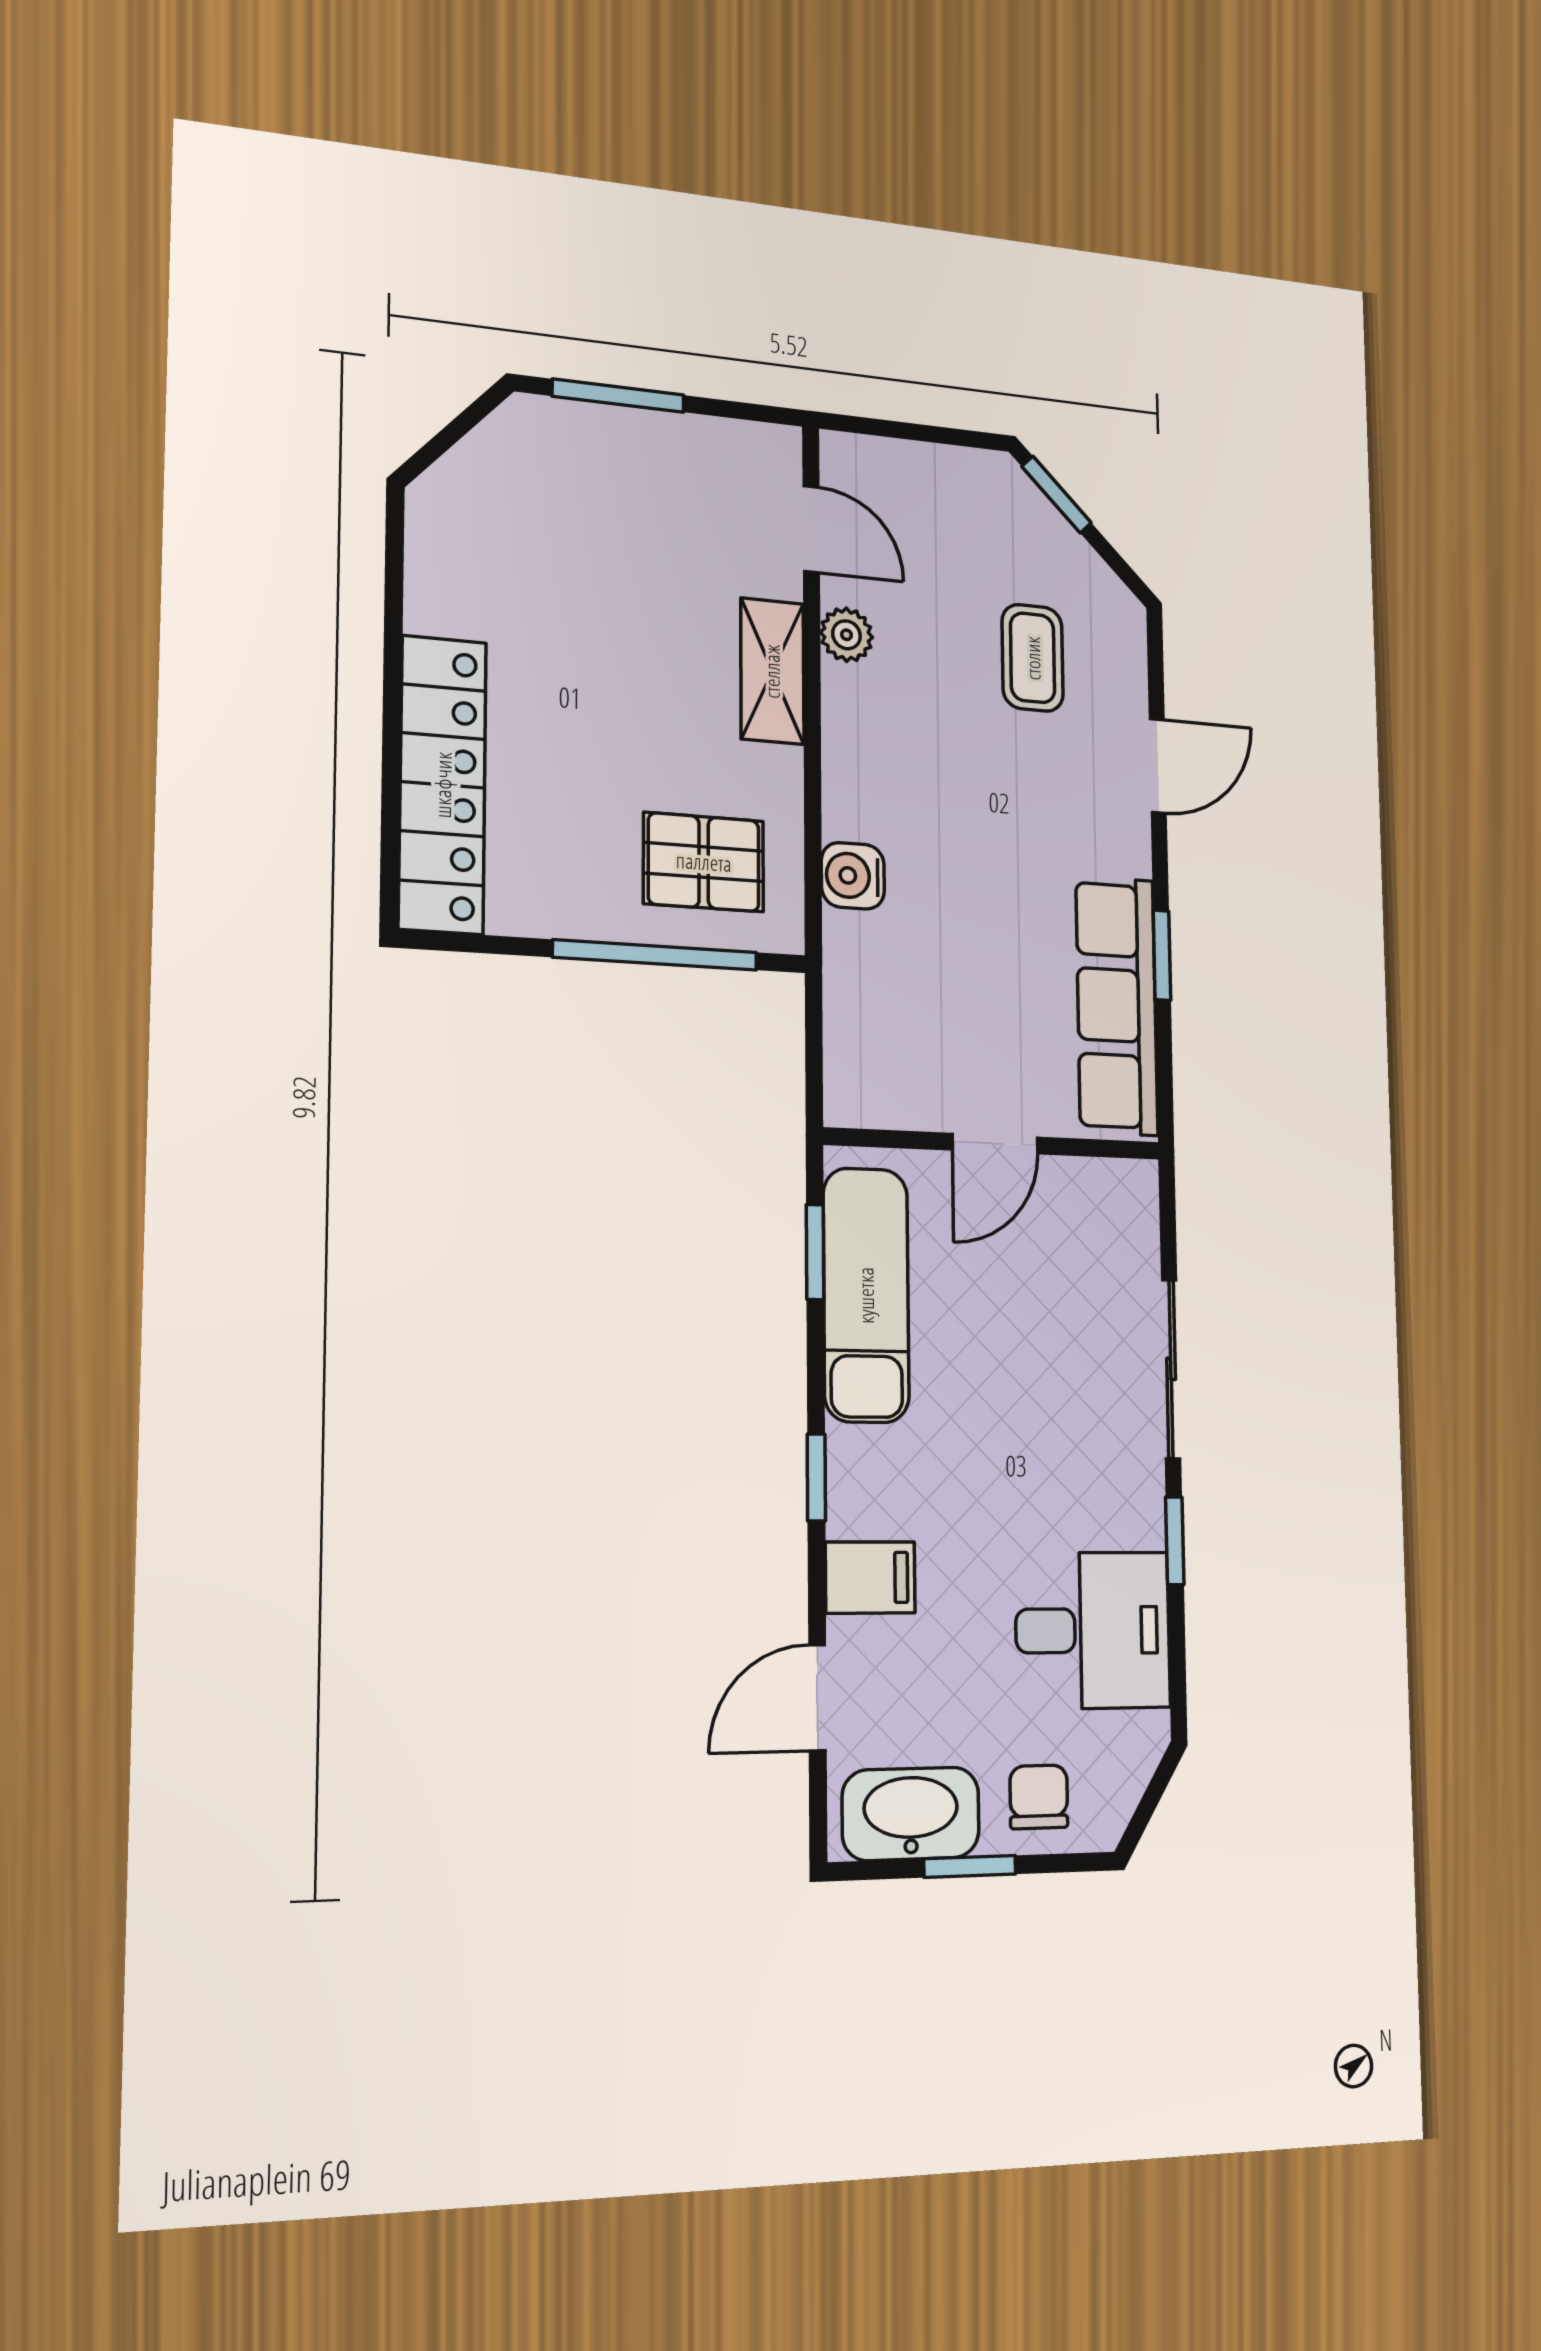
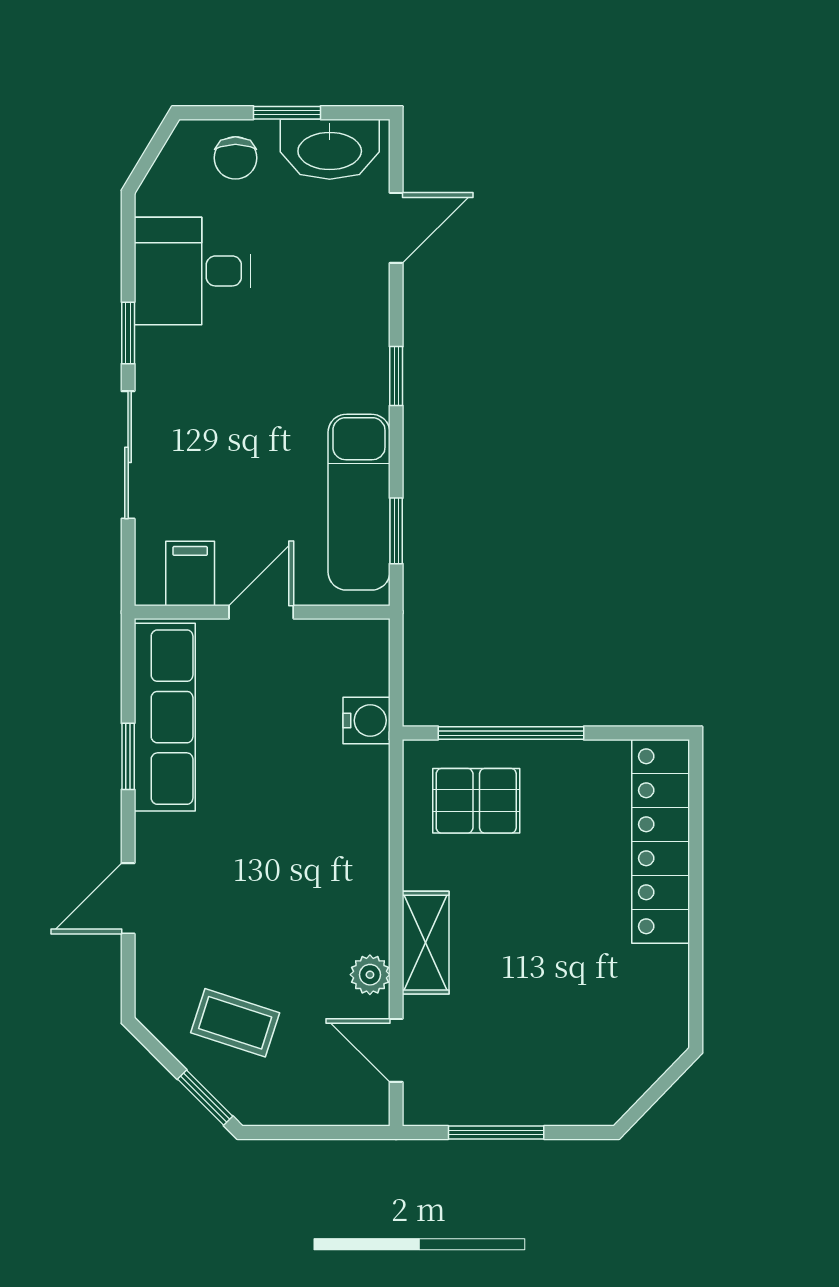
window: (618, 396) -> (496, 1132), moved
coffee table: (1033, 658) -> (235, 1023), moved, turned -72
water cooler: (853, 876) -> (366, 720), moved
filing cabinet: (870, 1577) -> (190, 574), moved, turned 90

